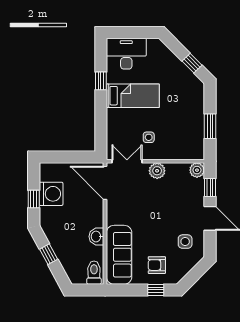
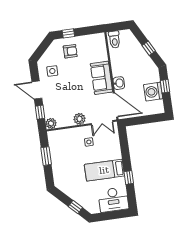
window: (192, 63) -> (75, 207), moved
washbasin: (96, 237) -> (119, 83), moved
sofa: (119, 255) -> (101, 78), moved, width x0.73

